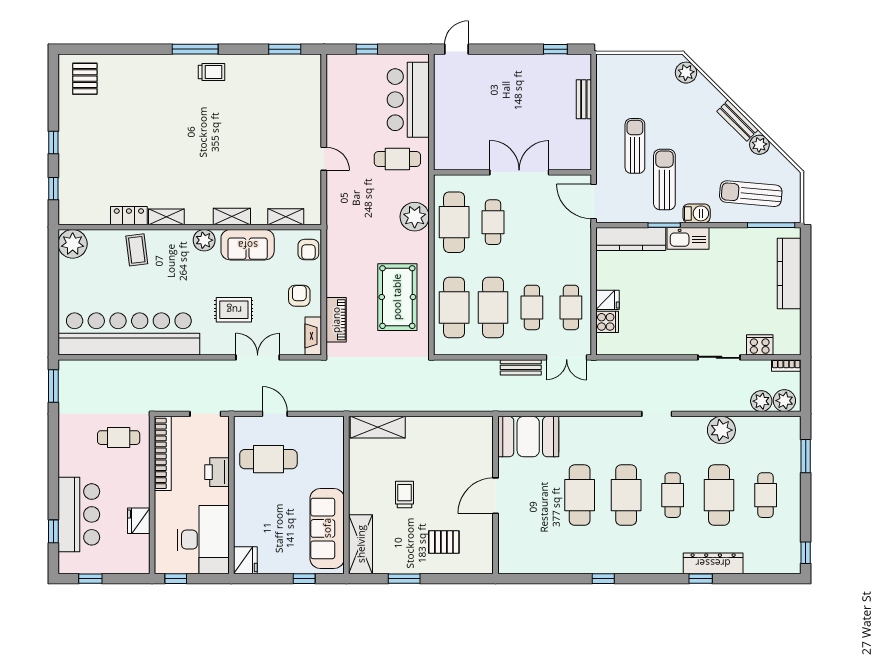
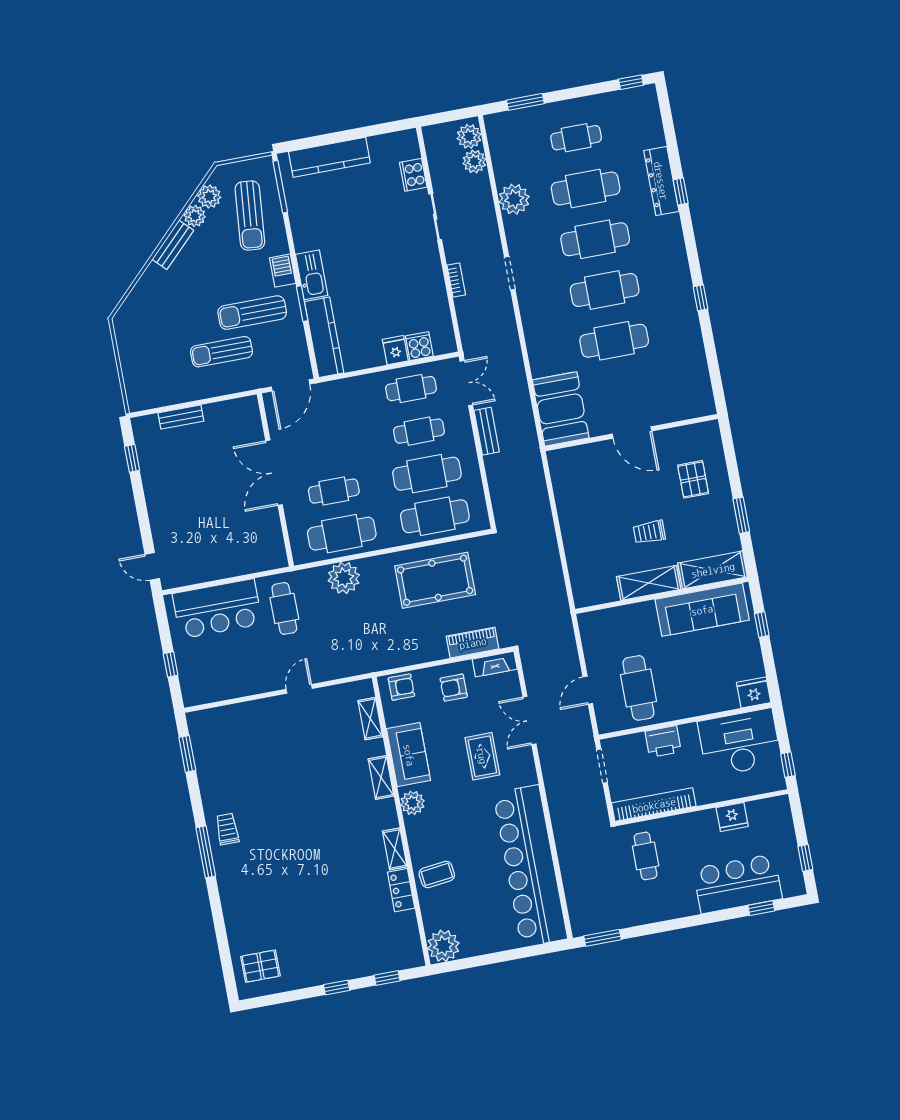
plant: (686, 73) -> (209, 197), moved
bookcase: (786, 365) -> (456, 280), moved
shelving: (378, 427) -> (649, 583), moved, turned 90
cafe table: (673, 495) -> (595, 239), width x1.37, depth x1.35

